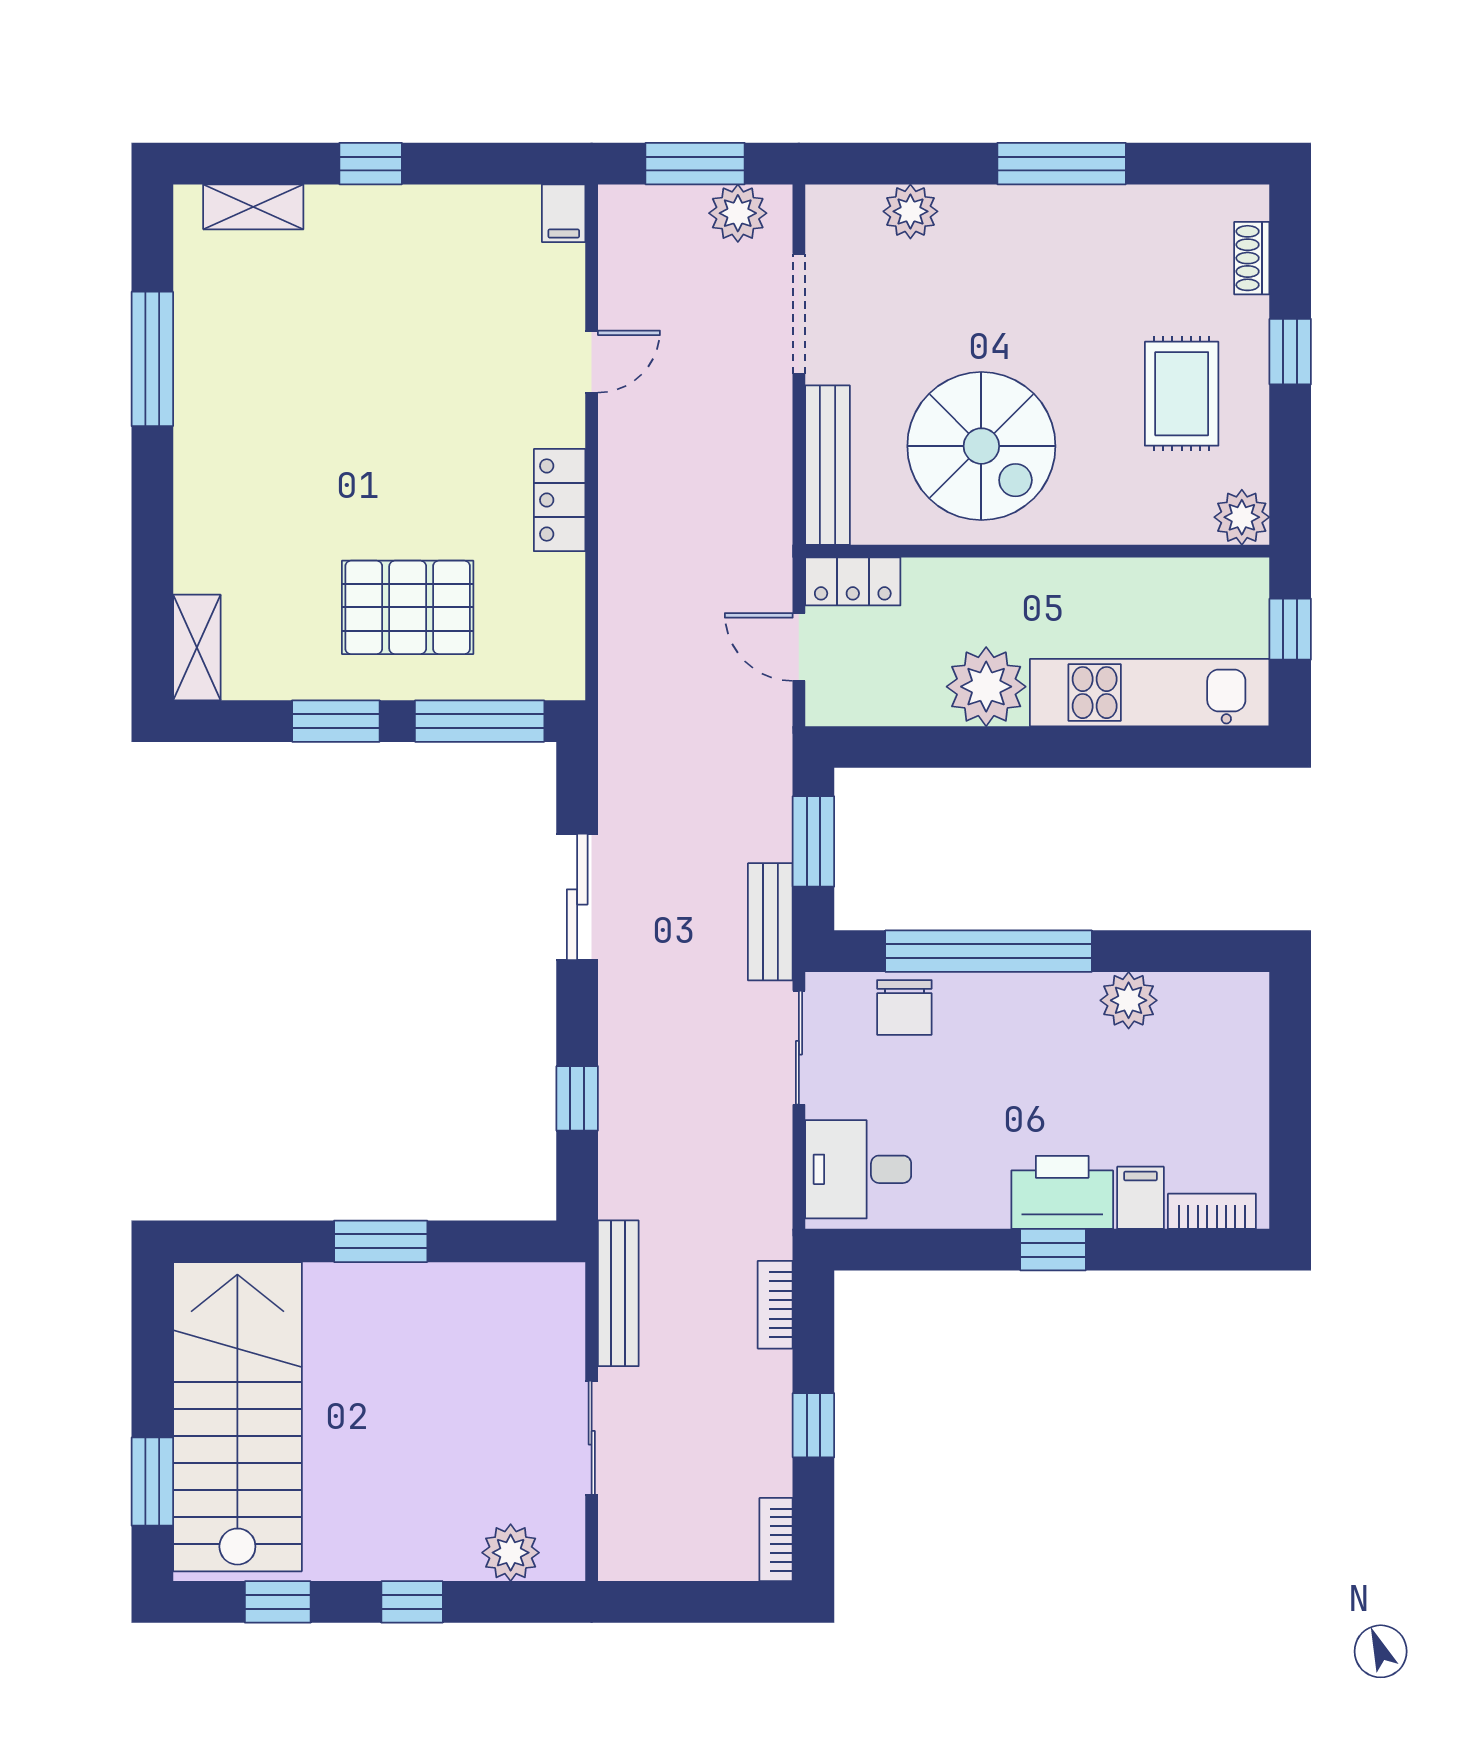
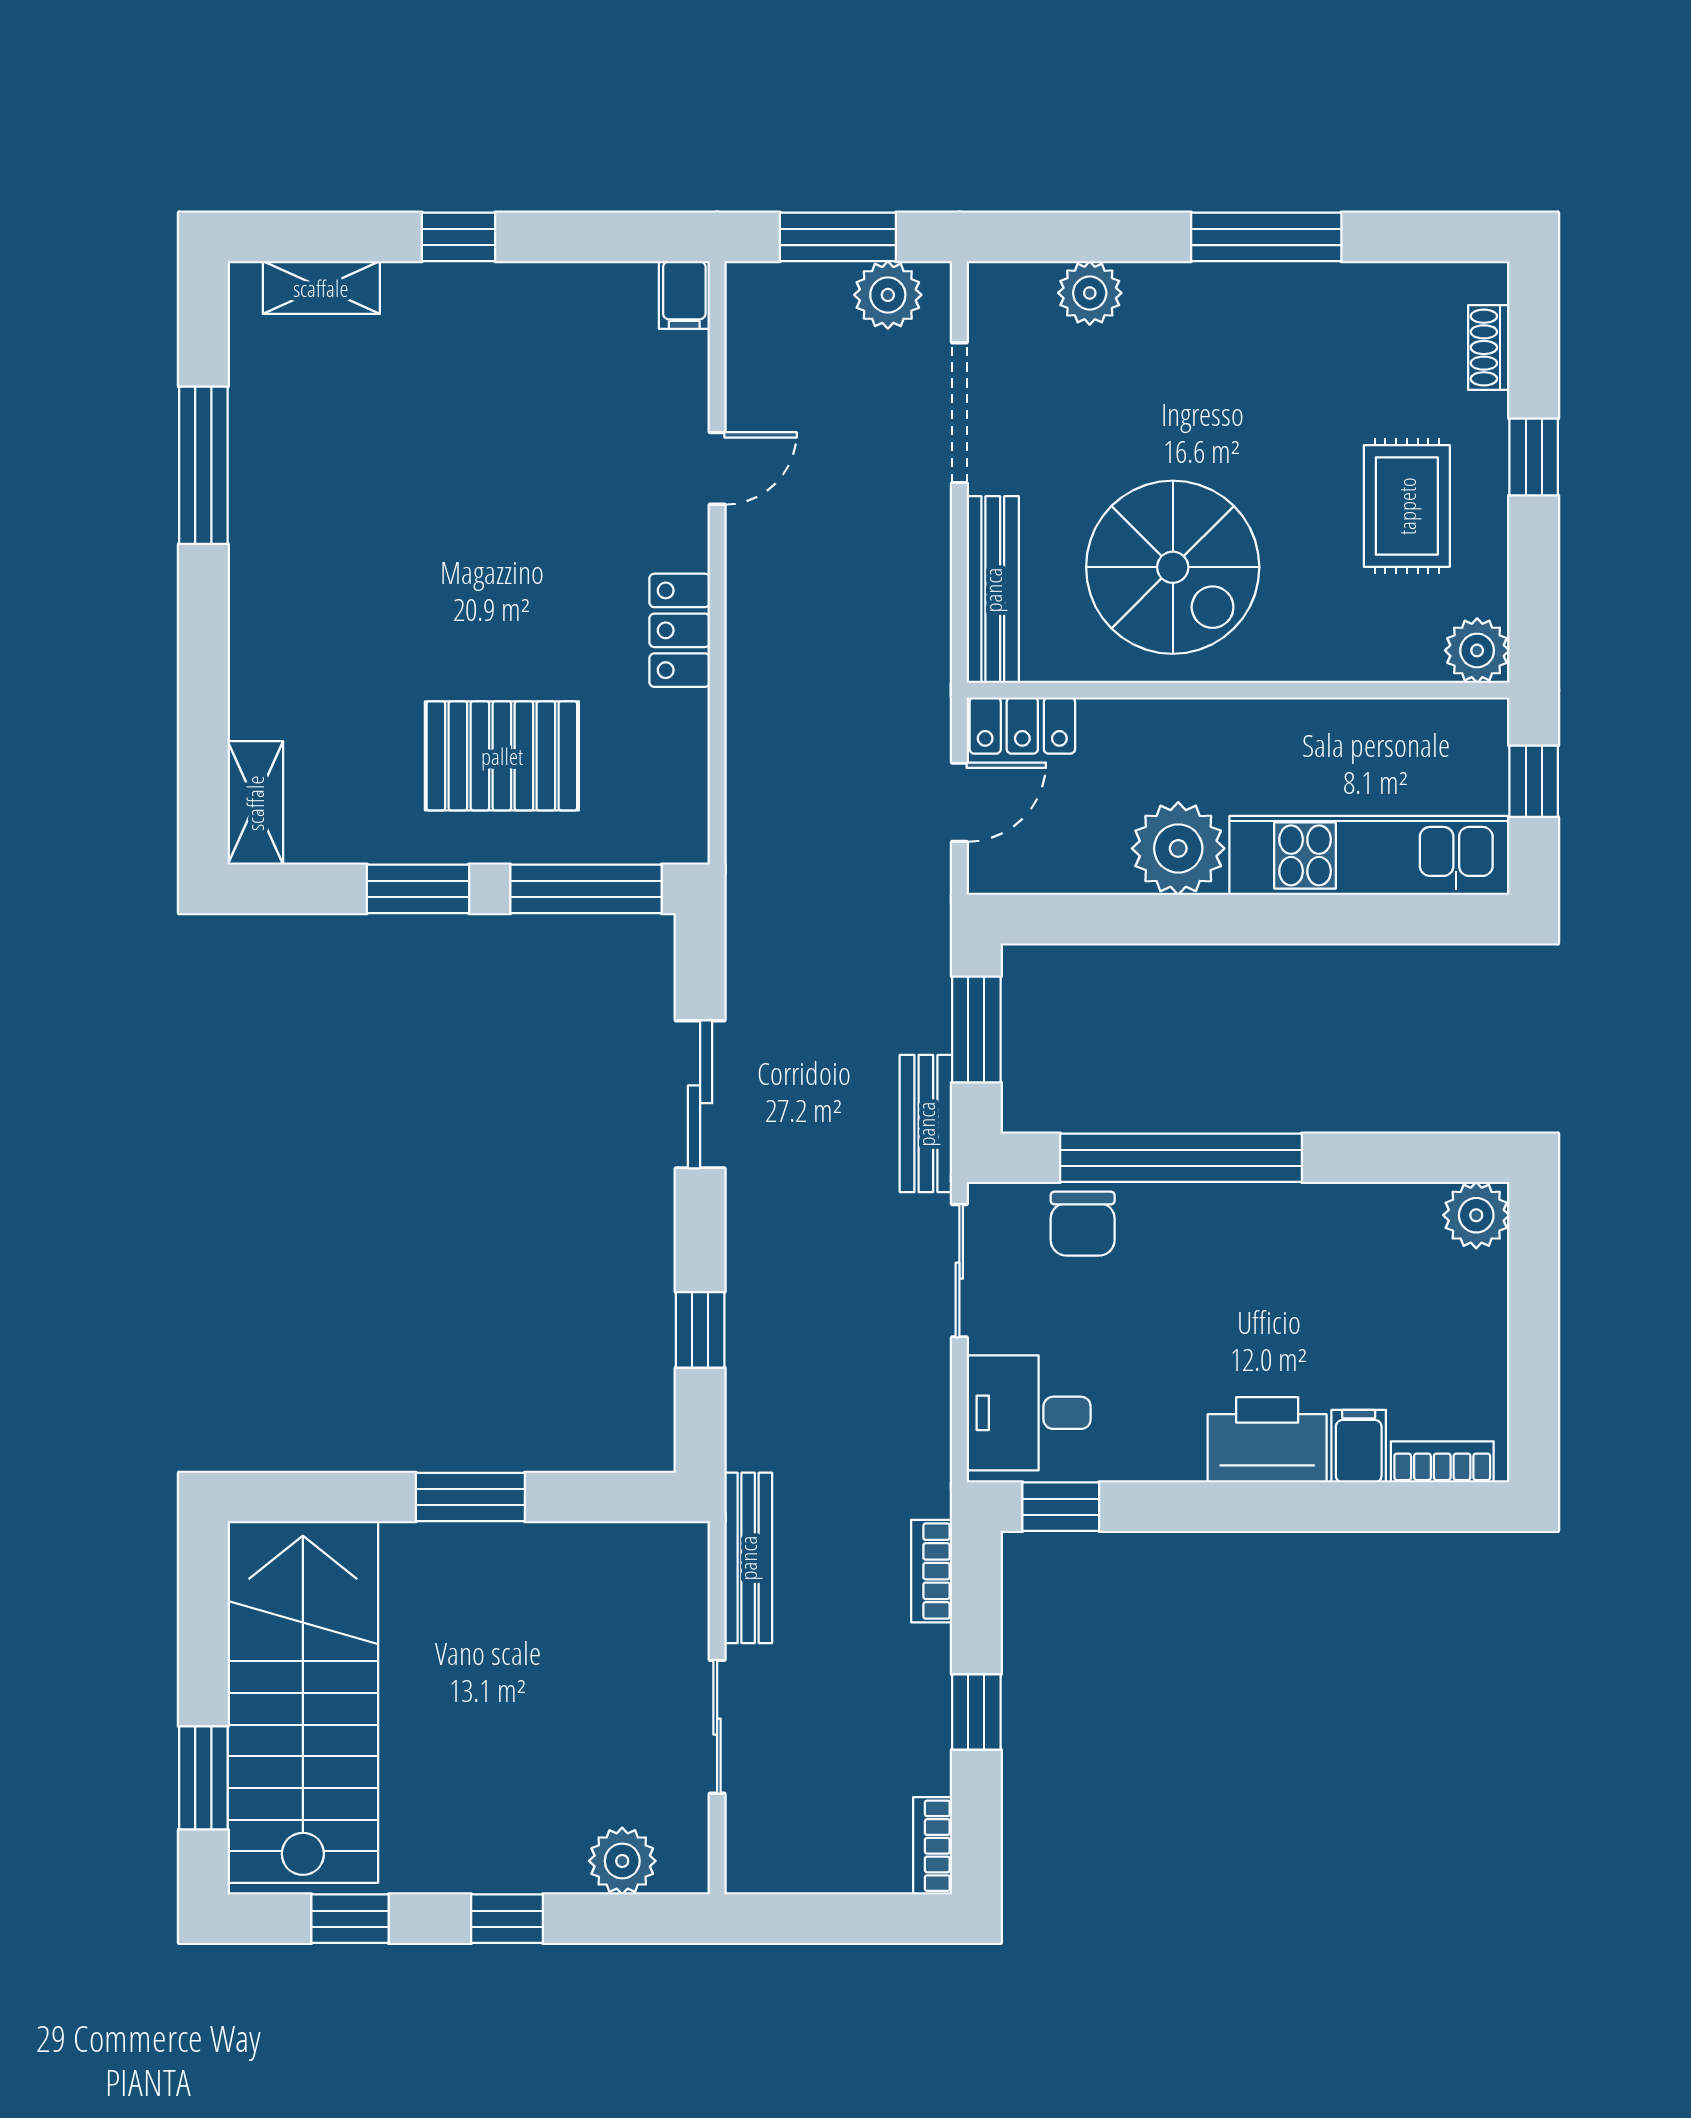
door: (799, 647) -> (959, 802), swing flipped
plant: (1129, 1000) -> (1476, 1215), moved
window: (1053, 1250) -> (1061, 1507), moved

